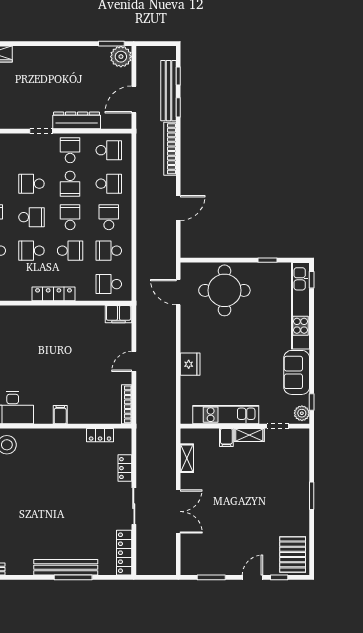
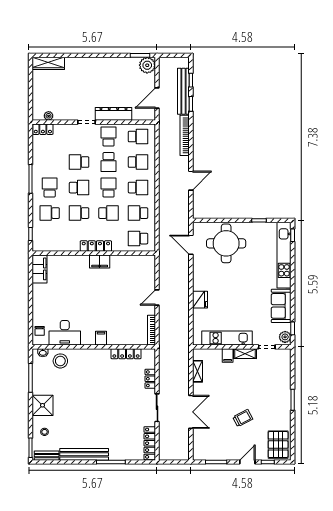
school desk: (109, 217) -> (138, 188), turned 90
filing cabinet: (119, 314) -> (100, 261), moved
locker: (100, 435) -> (126, 354), width x1.53
trolley: (246, 520) -> (243, 418), added
bench: (66, 567) -> (84, 454), moved

